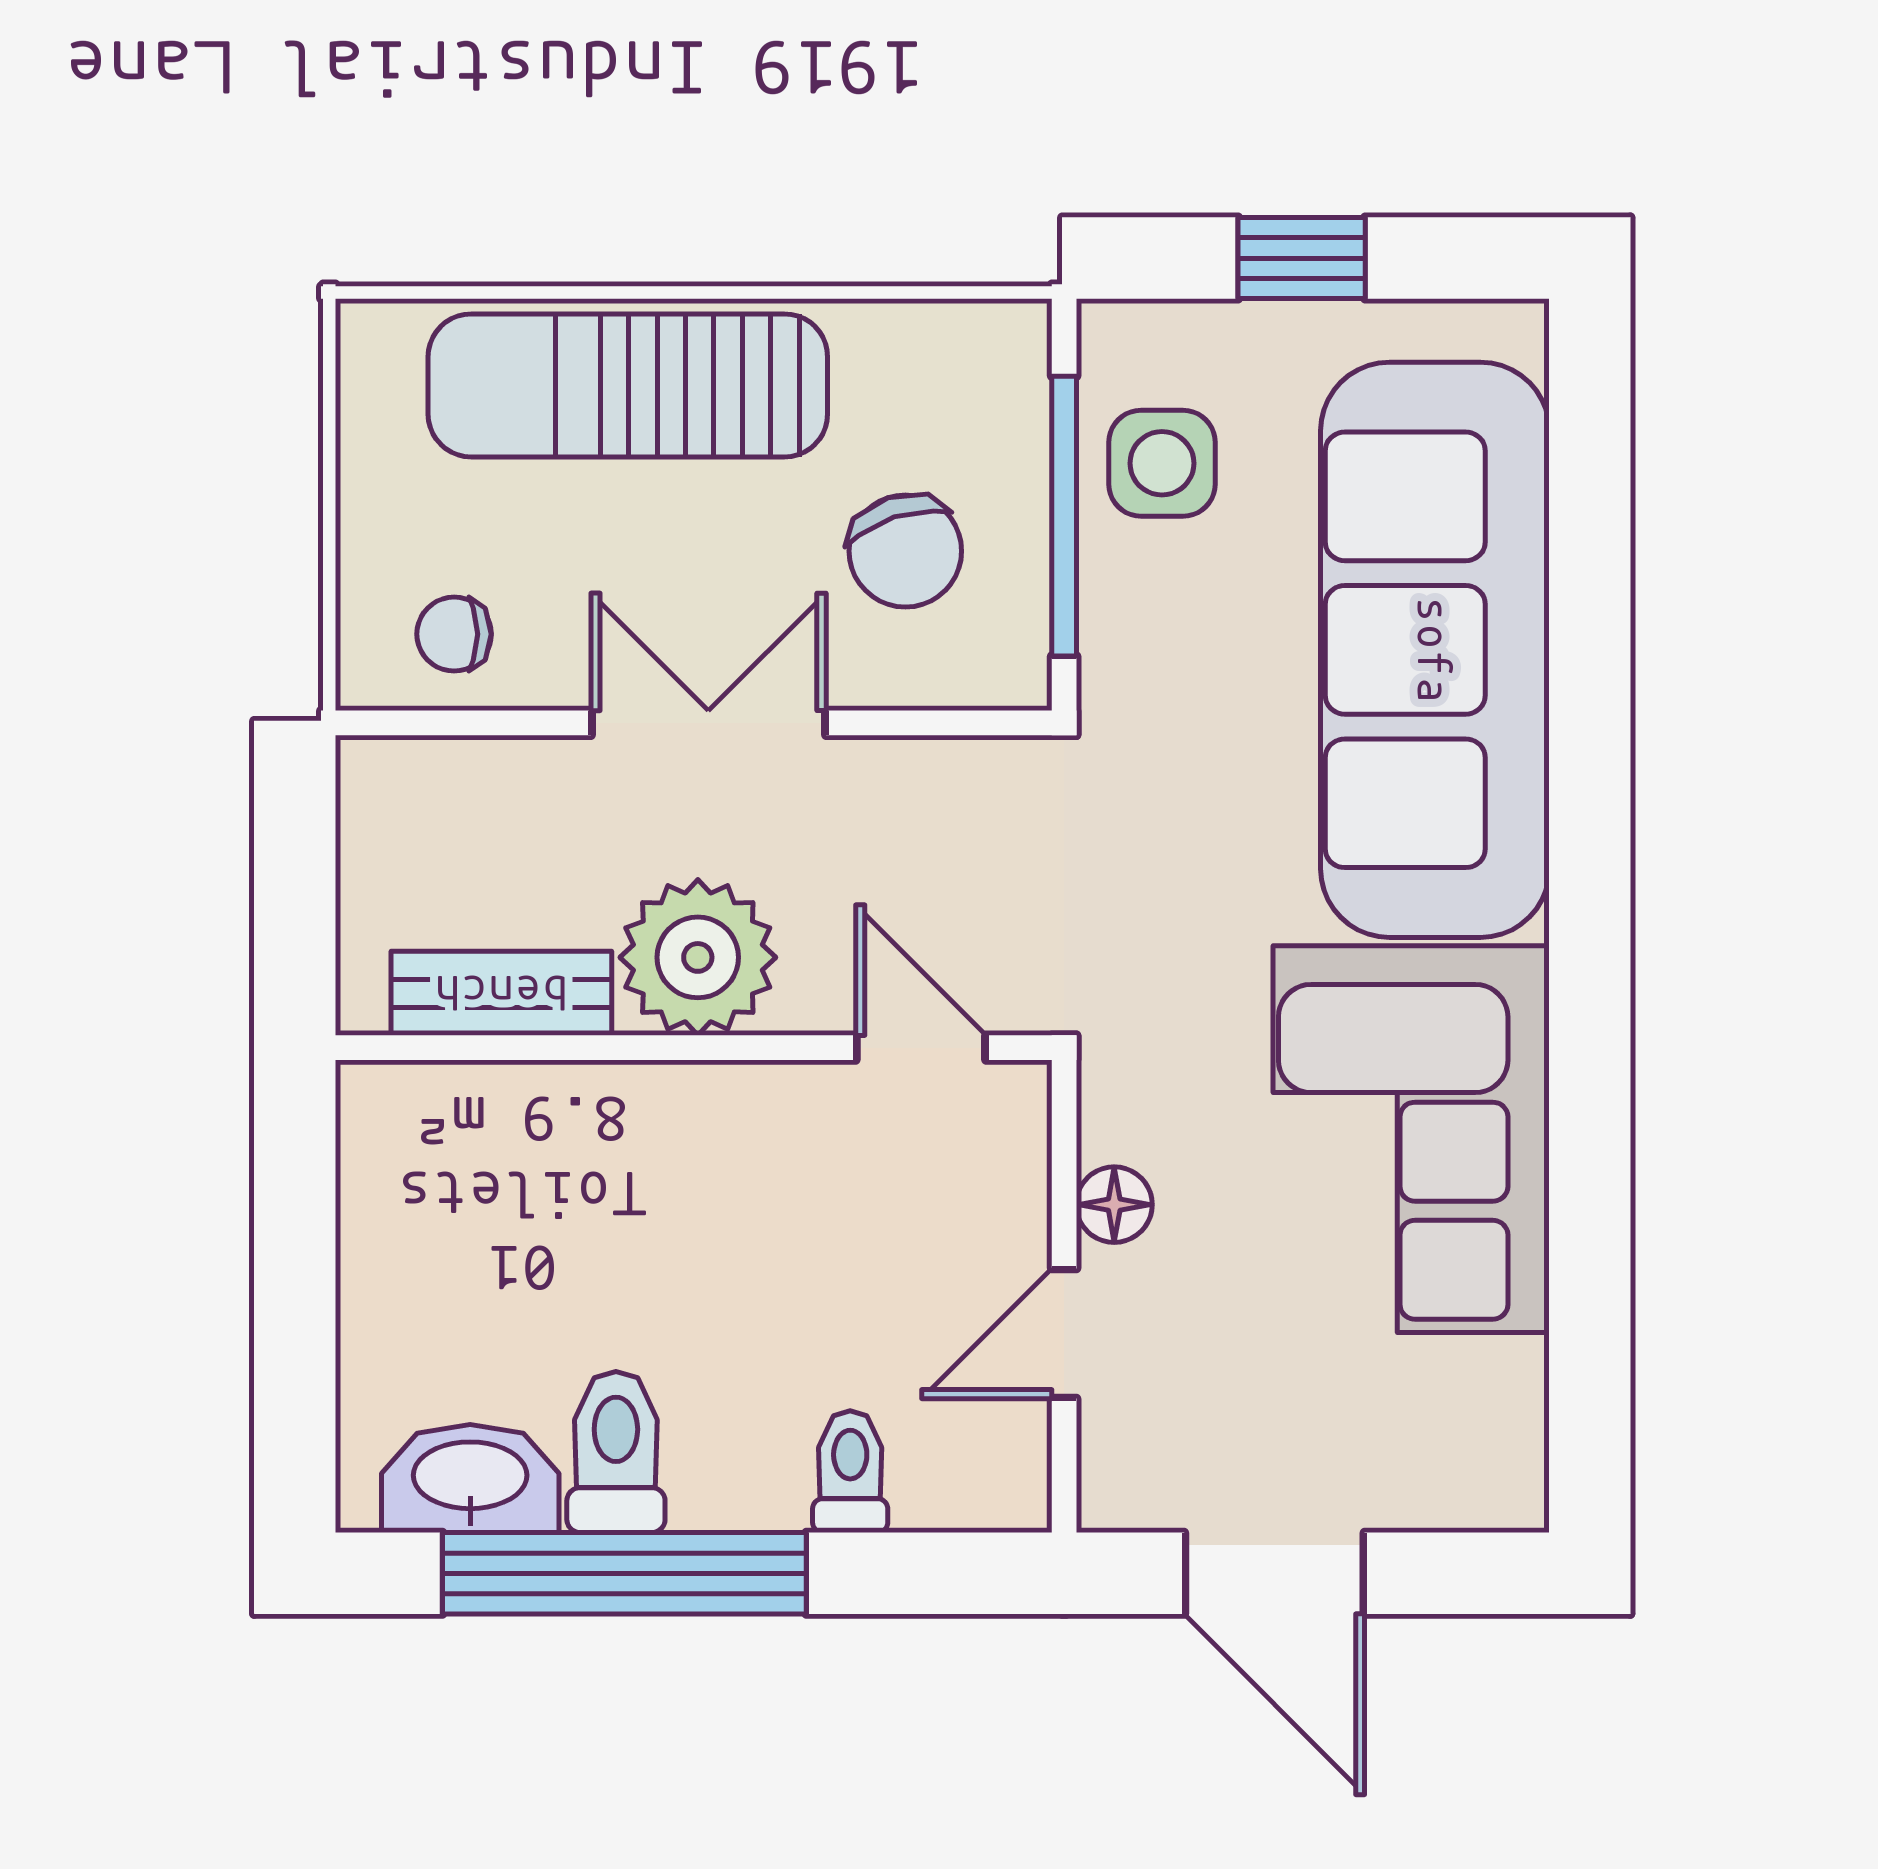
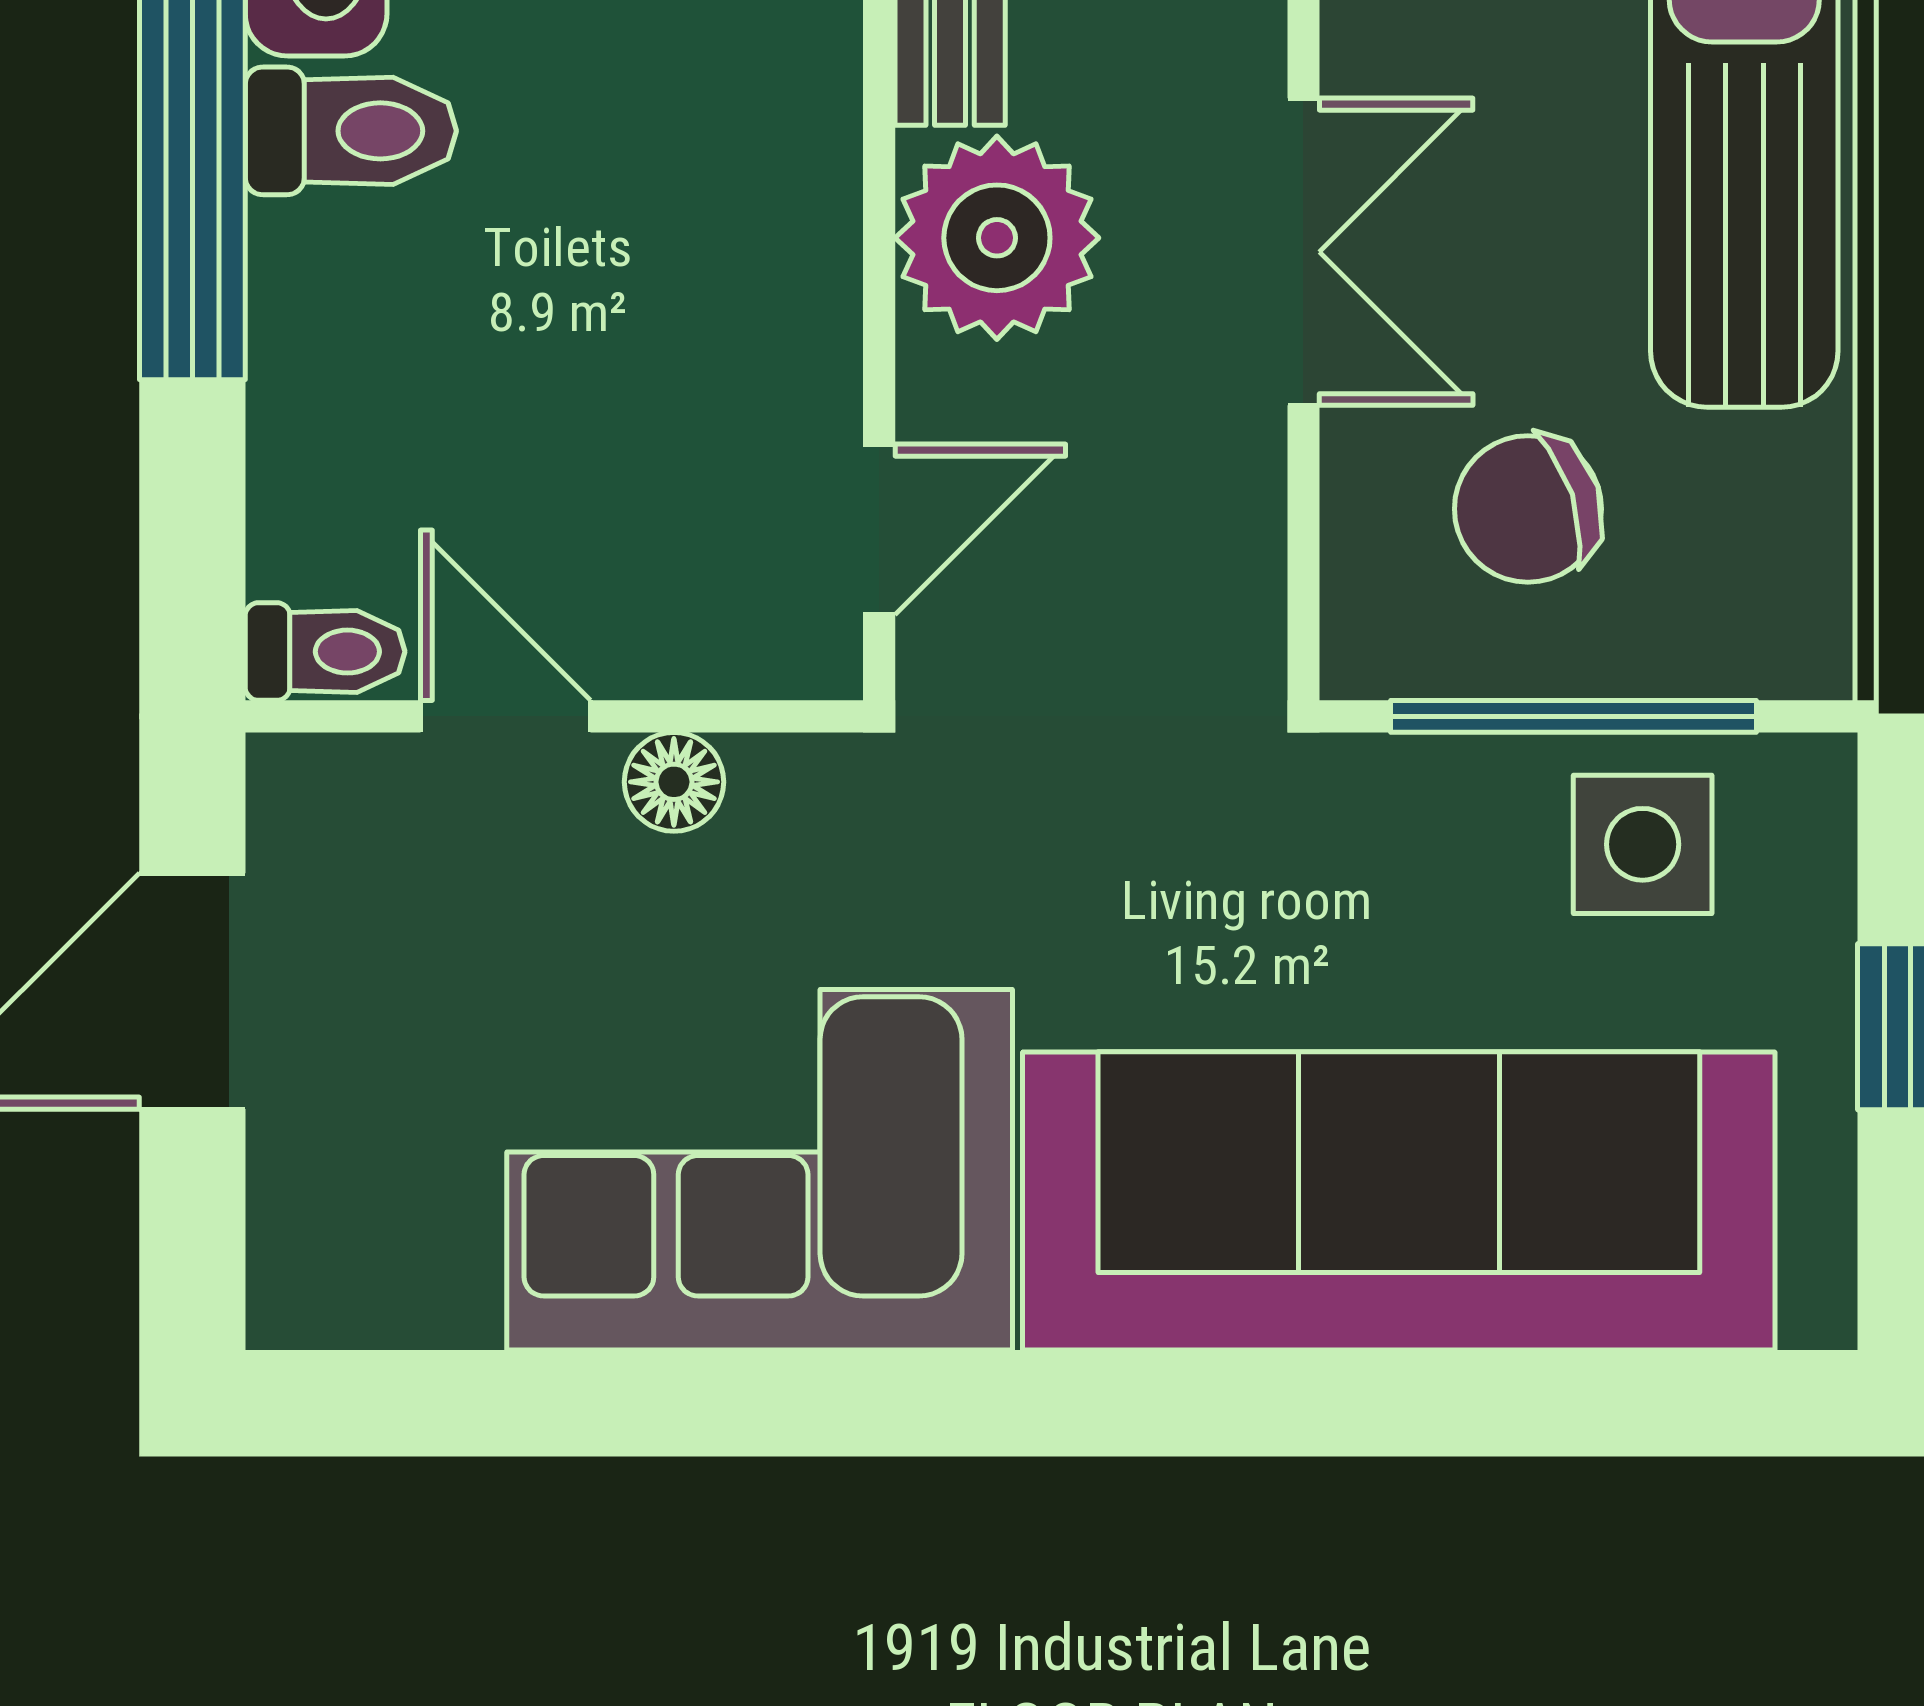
toilet: (850, 1472) -> (325, 652), moved

